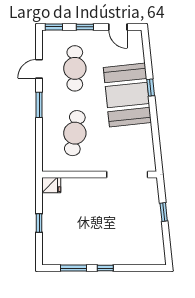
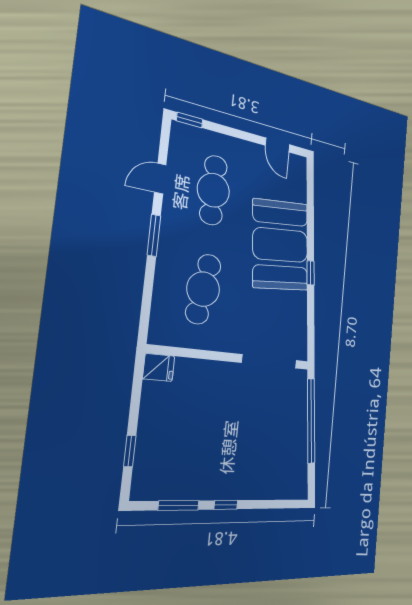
window: (85, 27) -> (234, 133), removed
window: (151, 88) -> (311, 273), moved
window: (164, 212) -> (311, 421), width x3.17
window: (39, 223) -> (130, 451), moved

